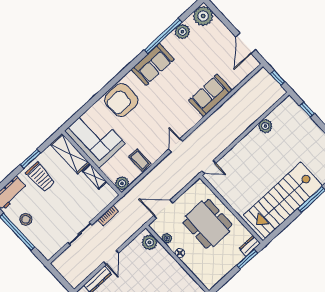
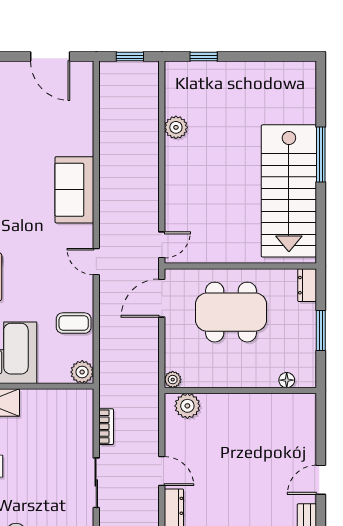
sofa: (210, 95) -> (74, 190), moved
shelving: (95, 177) -> (42, 398), removed
door: (163, 209) -> (162, 298), moved
plant: (167, 238) -> (173, 380), moved
floor lamp: (180, 253) -> (287, 380), moved
window: (247, 259) -> (321, 330), moved

